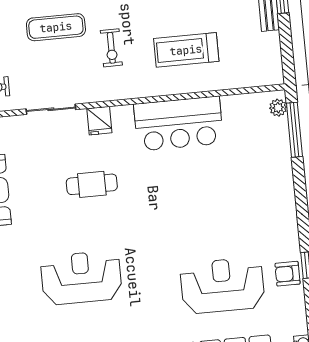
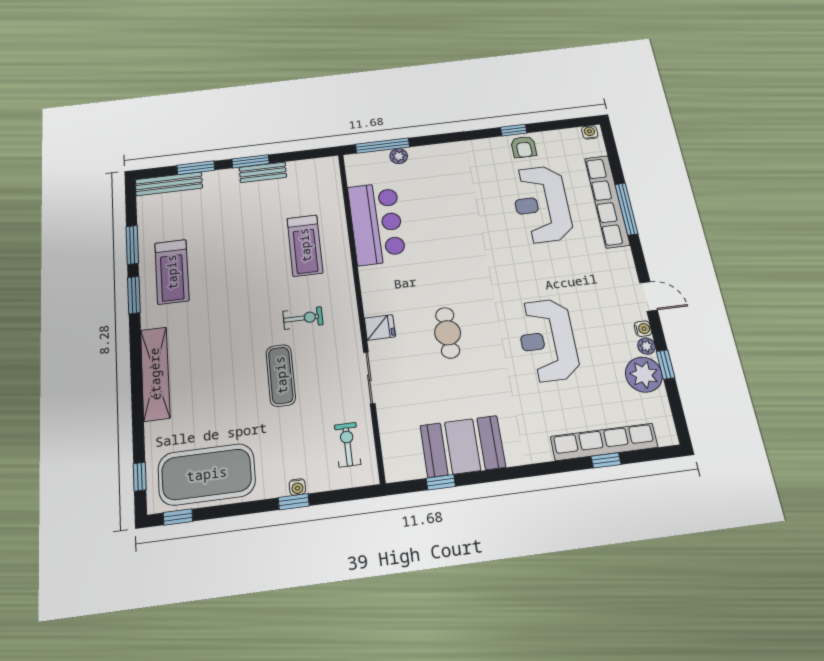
plant: (278, 108) -> (399, 156), moved
bar counter: (179, 124) -> (376, 223), moved

